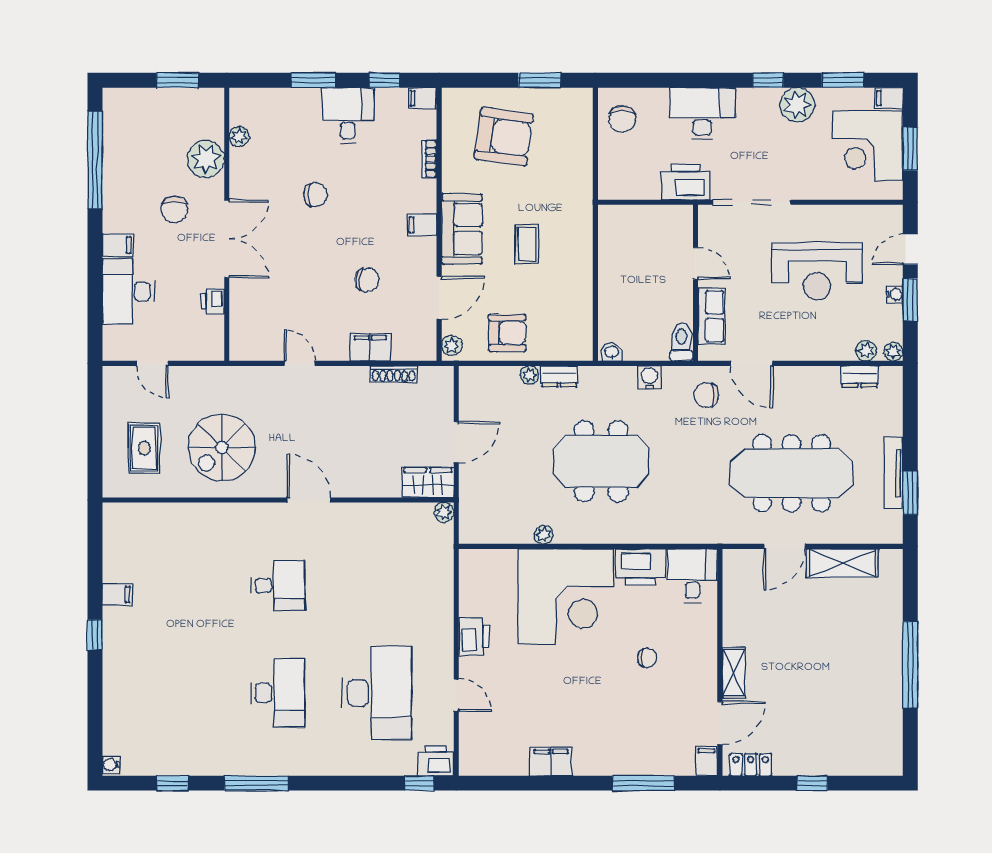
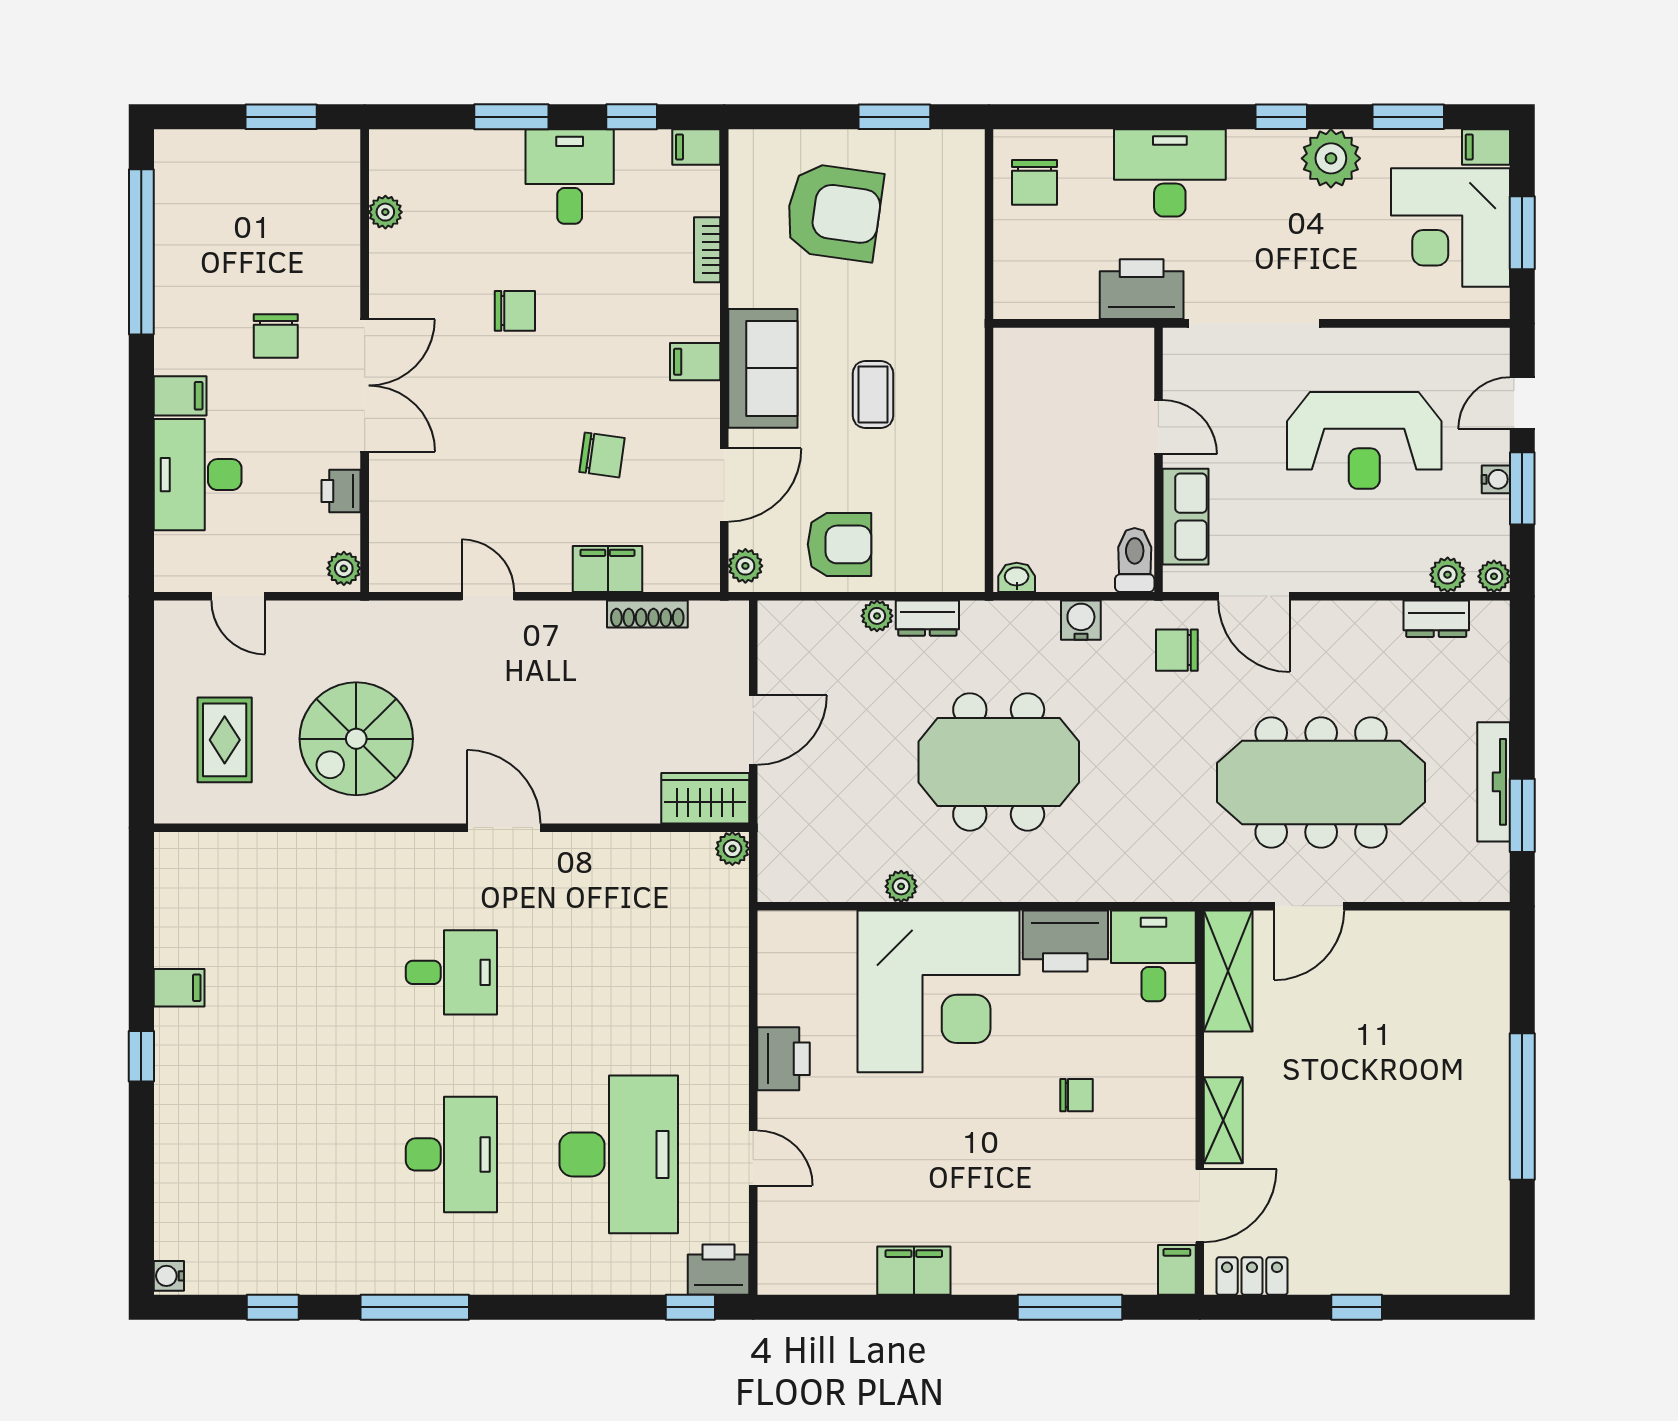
plant: (206, 159) -> (344, 568), moved, width x0.53, depth x0.53
shelving: (842, 563) -> (1228, 971), moved, turned 90

